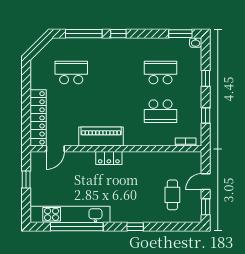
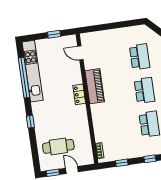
school desk: (160, 111) -> (145, 90), moved, turned 180
locker: (38, 118) -> (102, 37), removed
cafe table: (172, 195) -> (58, 146), width x1.37, depth x1.35

